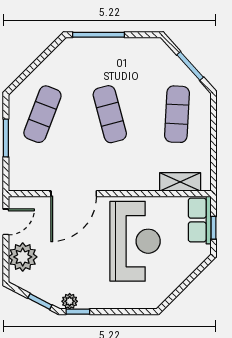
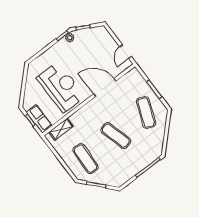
door: (74, 194) -> (105, 87), hinge flipped
reception desk: (135, 241) -> (61, 87), turned 180
plant: (23, 257) -> (106, 42), removed

